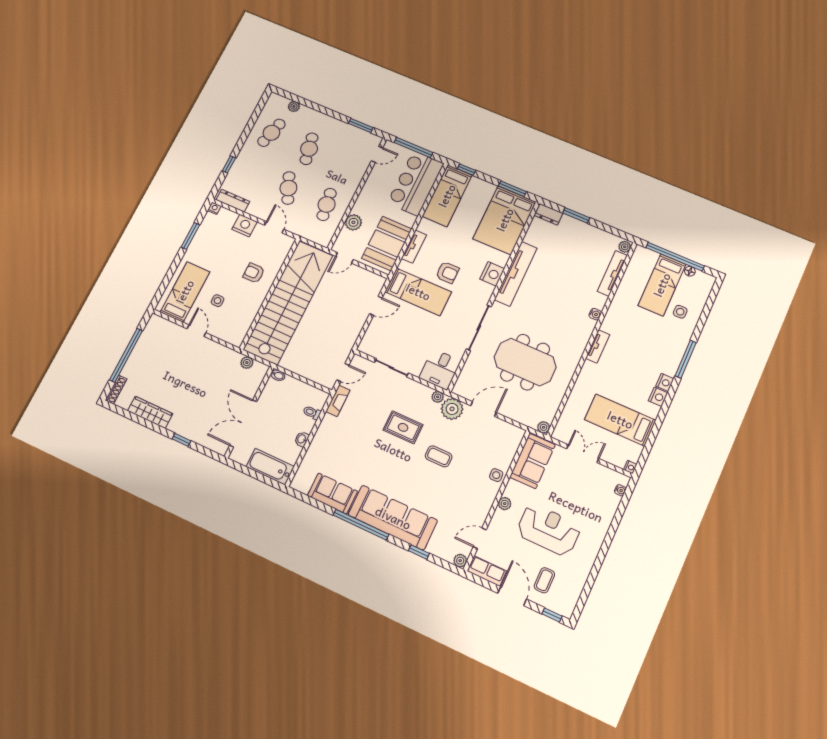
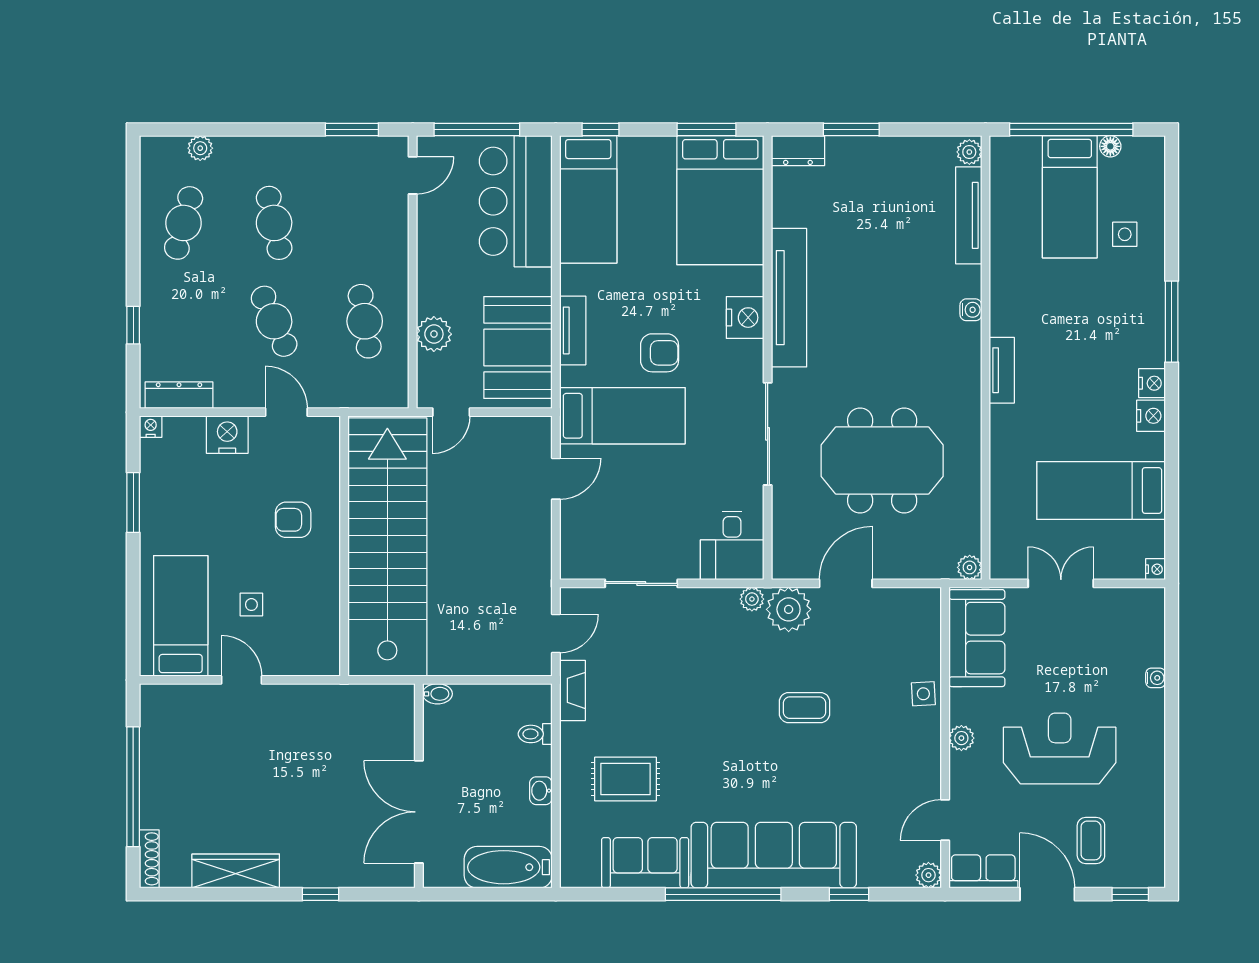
plant: (247, 363) -> (368, 697), removed
rug: (403, 427) -> (626, 779), moved
water cooler: (620, 490) -> (1156, 678), moved

